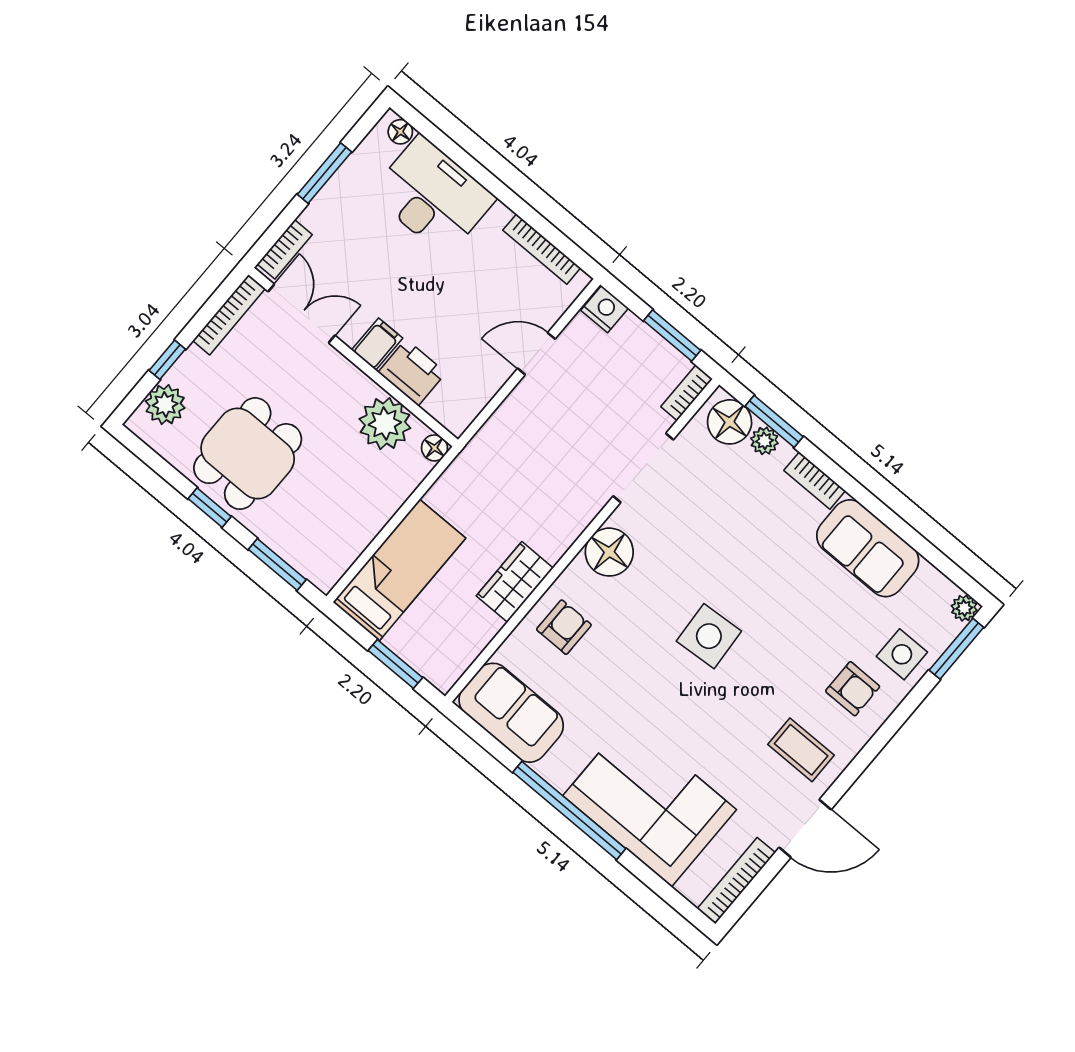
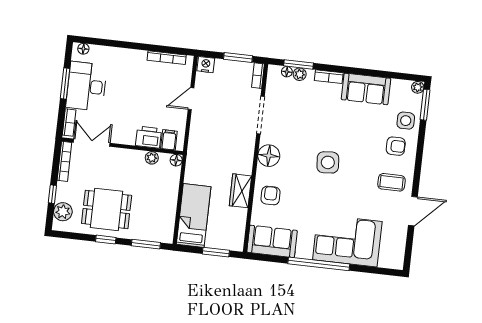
desk: (433, 196) -> (86, 86), moved, turned -90
filing cabinet: (377, 344) -> (169, 140), moved
floor lamp: (730, 422) -> (287, 72), width x0.53, depth x0.53
plant: (385, 424) -> (152, 158), width x0.53, depth x0.53
dining table: (248, 454) -> (107, 209), turned 90
bookcase: (736, 881) -> (400, 248), removed

